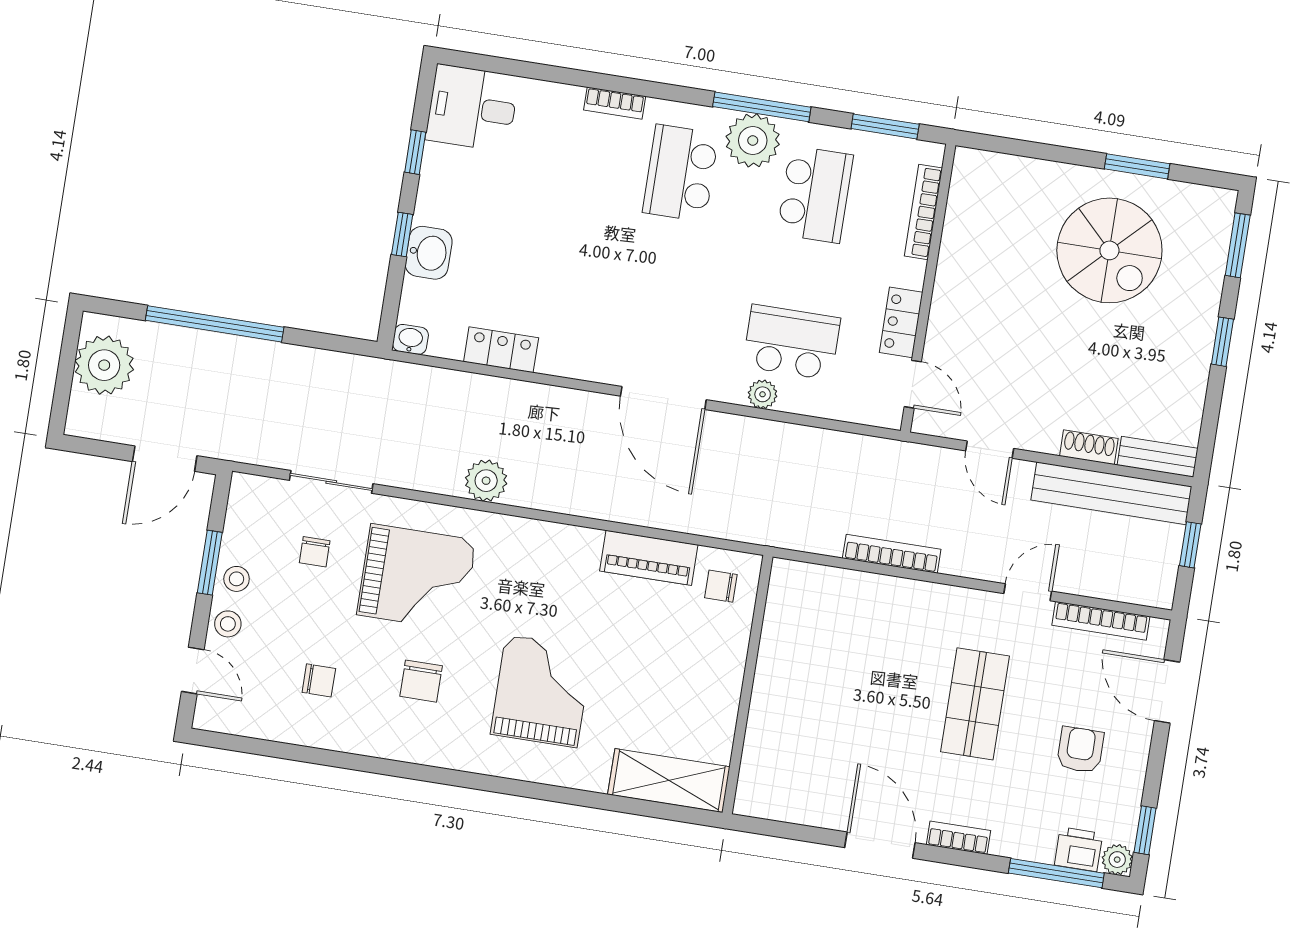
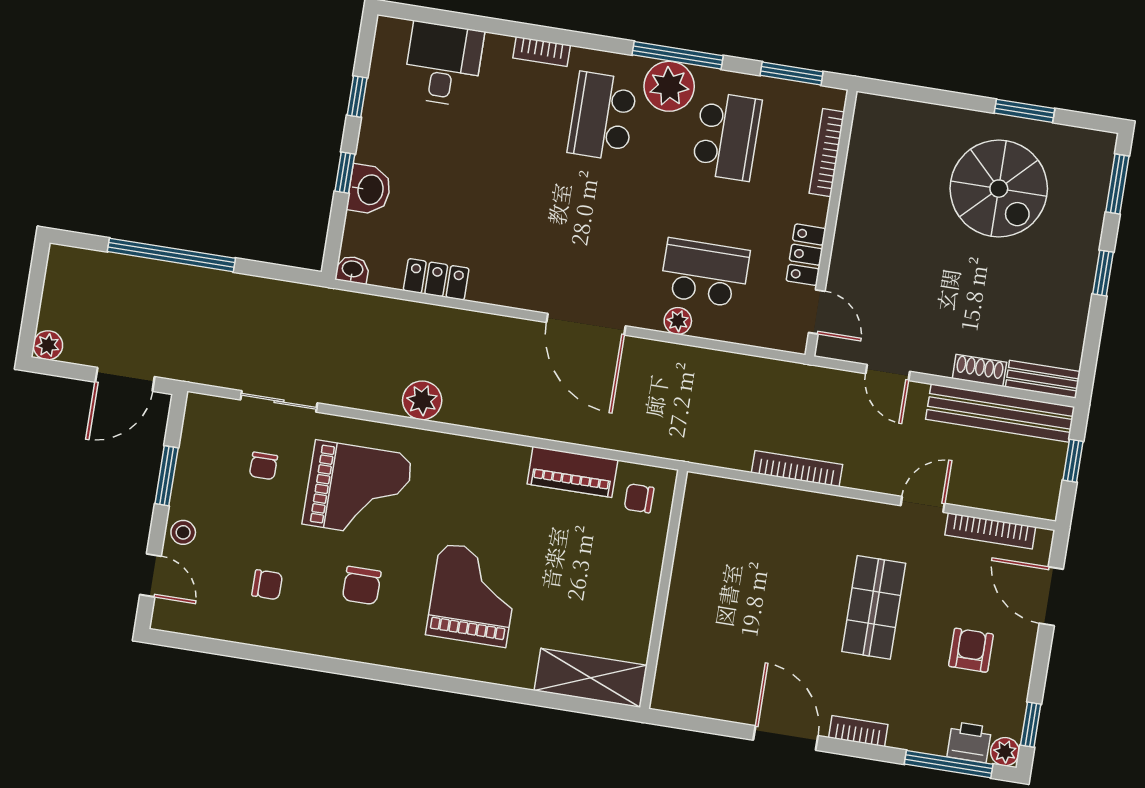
desk: (472, 108) -> (443, 64), moved, turned 90
plant: (104, 365) -> (48, 345), moved, width x0.53, depth x0.53
stool: (237, 579) -> (191, 491), removed

